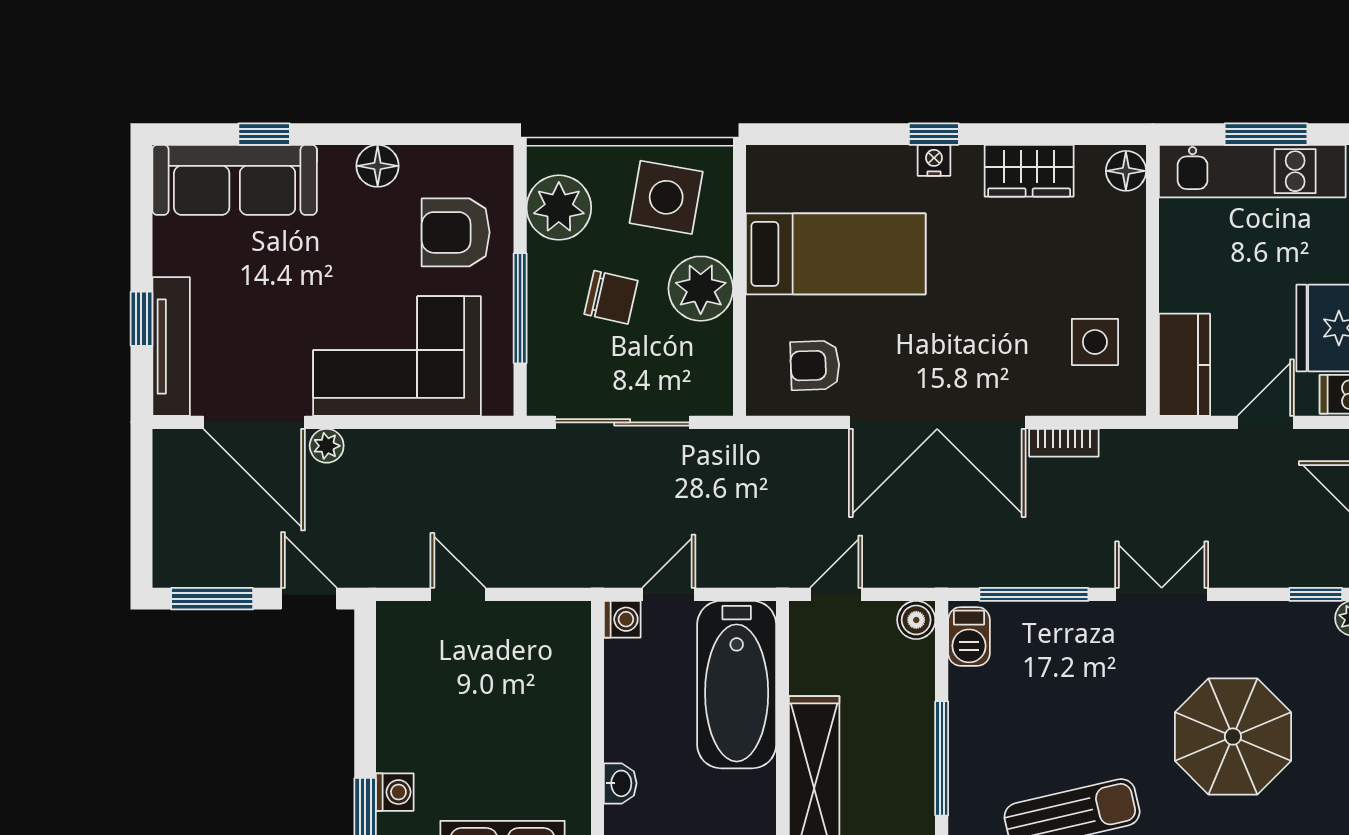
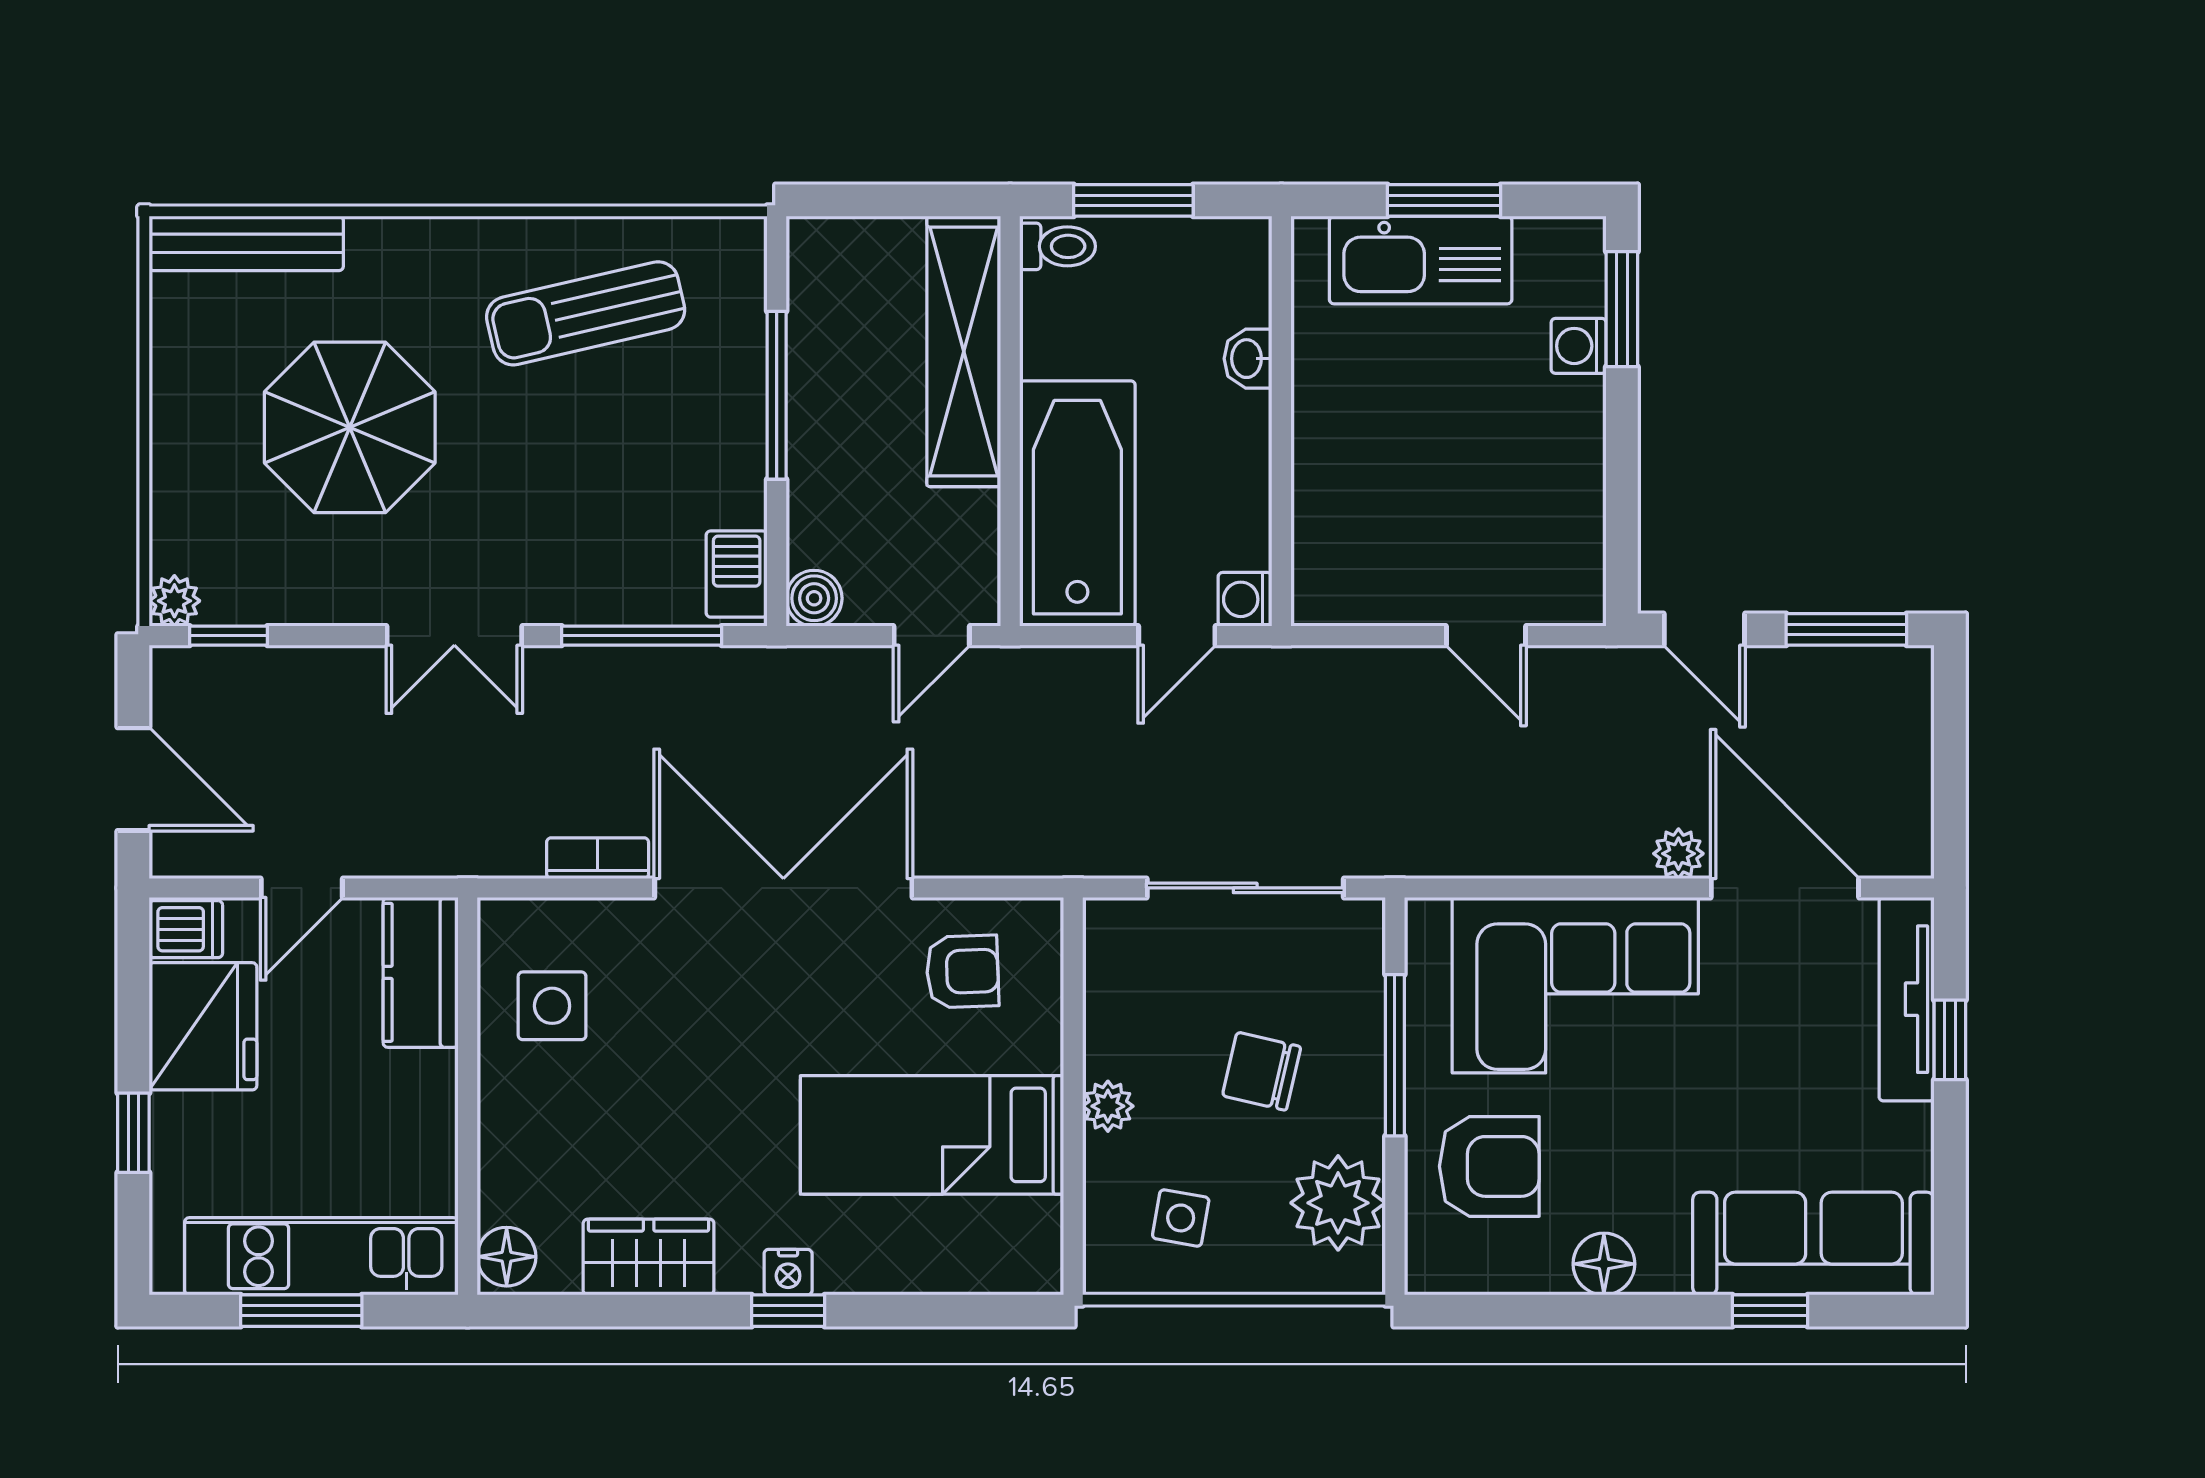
side table: (666, 197) -> (1181, 1218), width x0.54, depth x0.54
plant: (701, 289) -> (1108, 1106), width x0.53, depth x0.53

